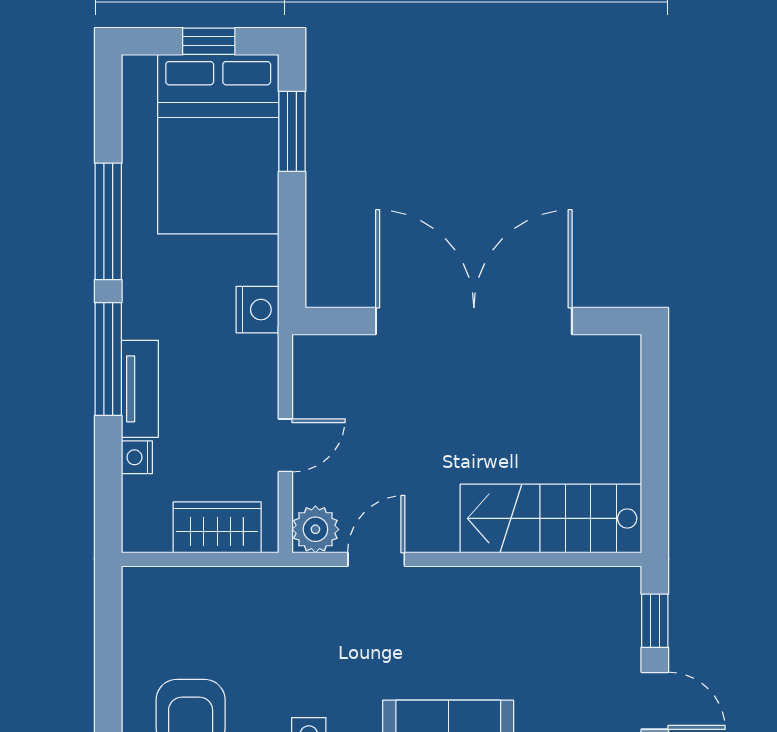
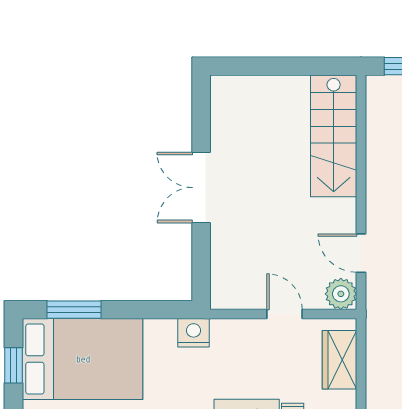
double door: (474, 321) -> (201, 188), width x0.54

